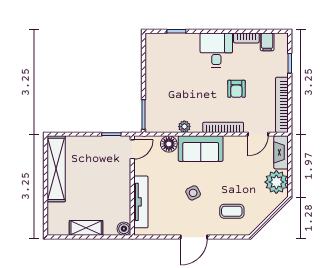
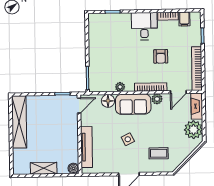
plant: (231, 142) -> (157, 99), added

